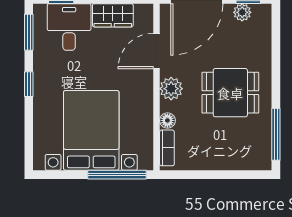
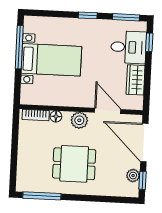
dining table: (230, 93) -> (74, 164), turned 90
bed with nightstands: (91, 130) -> (51, 60), width x0.73
window: (117, 175) -> (19, 47), moved

